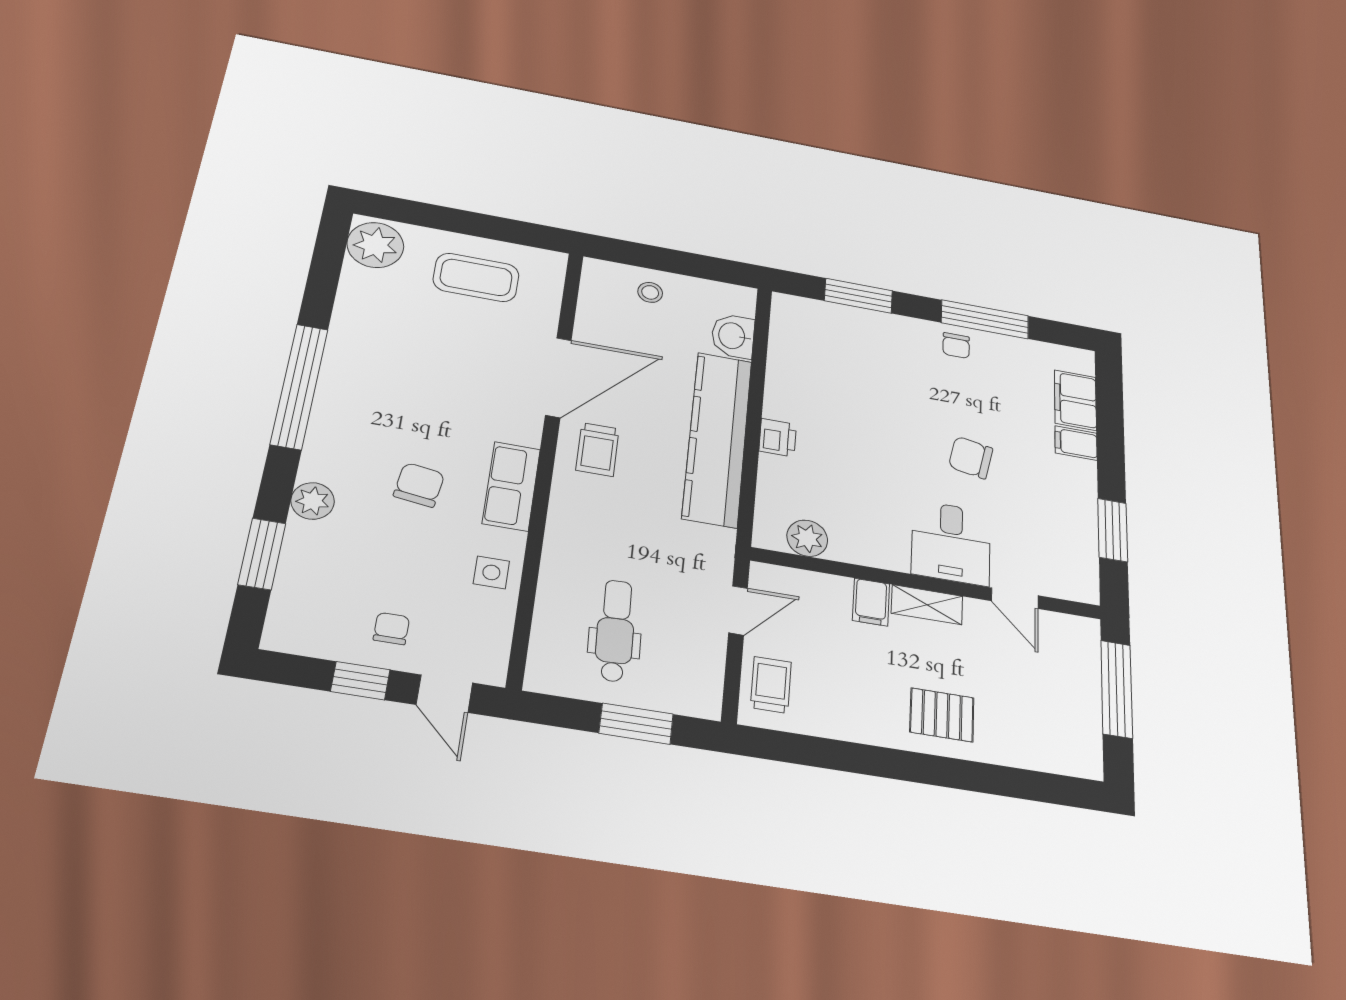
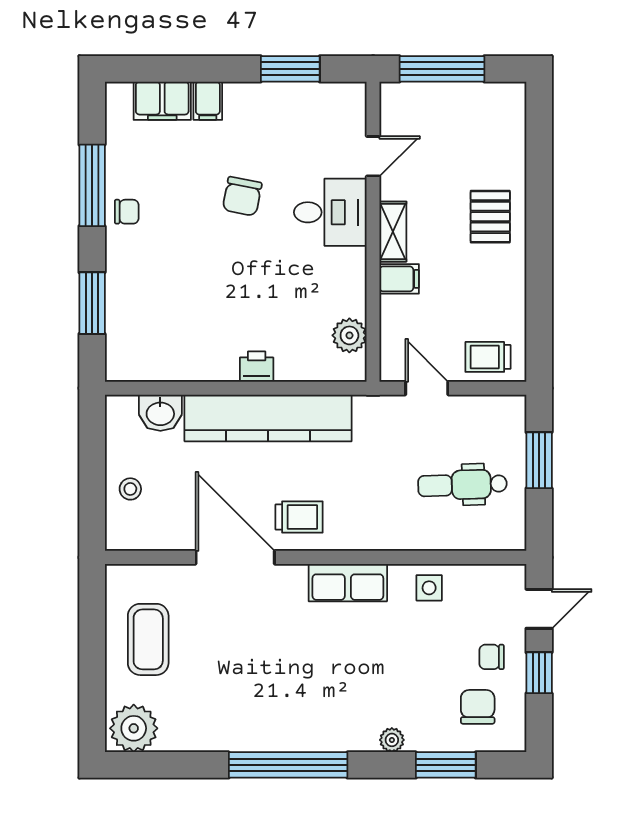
chair: (419, 485) -> (478, 707), moved, turned 82
plant: (313, 501) -> (392, 740), width x0.73, depth x0.73

